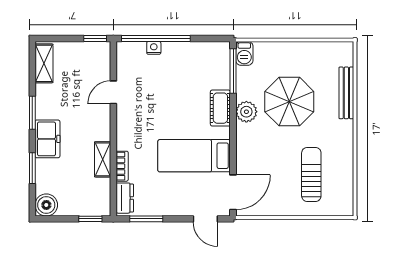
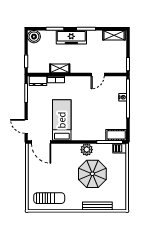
door: (113, 92) -> (98, 74), swing flipped
cot: (220, 108) -> (116, 135), moved
freezer: (47, 139) -> (71, 37), width x1.40
sun lounger: (311, 174) -> (49, 198), moved
door: (205, 219) -> (26, 126), hinge flipped

